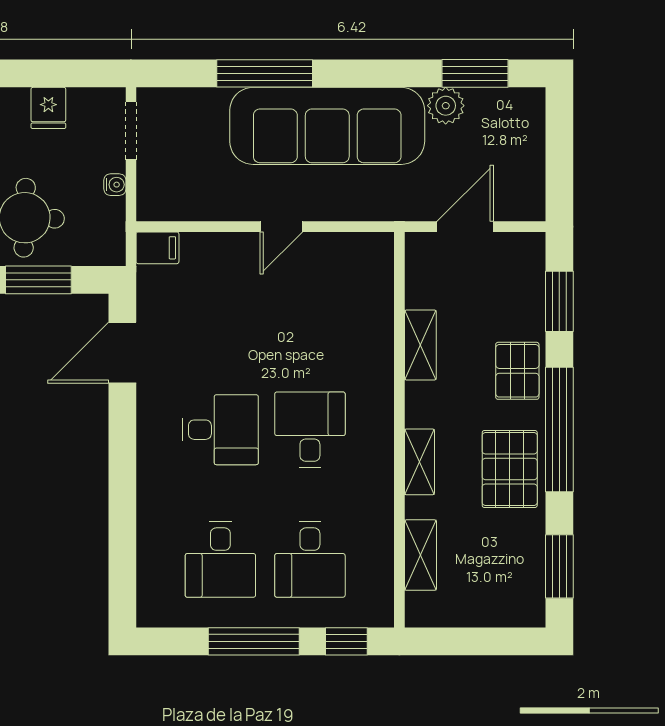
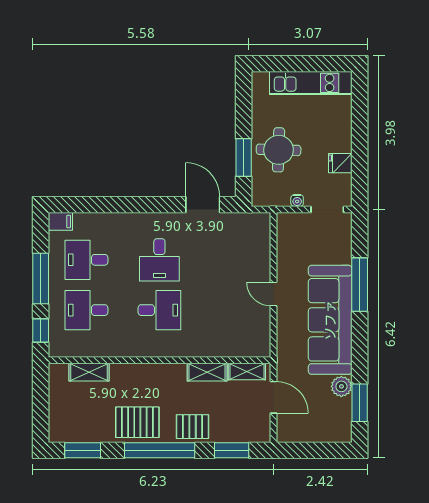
filing cabinet: (157, 248) -> (60, 221), moved, turned -90
shelving: (419, 462) -> (247, 372), moved

